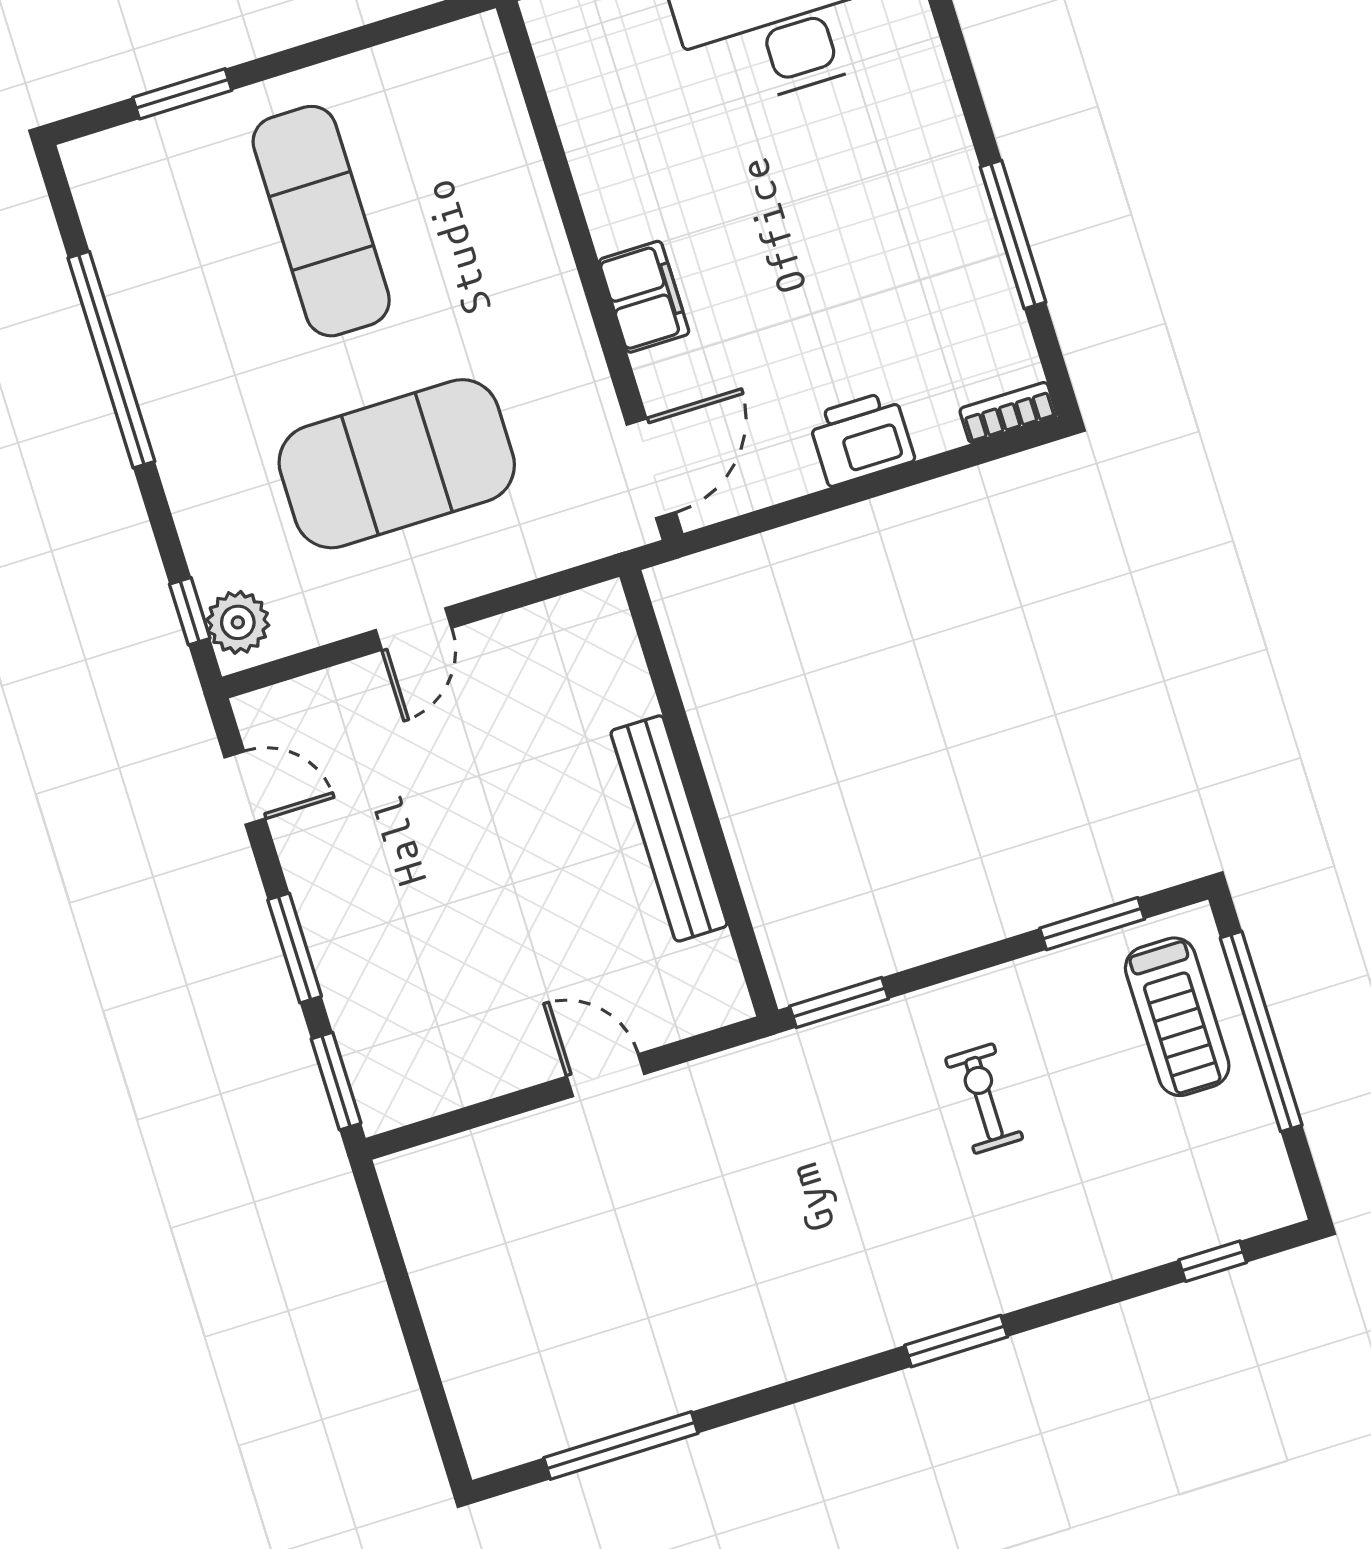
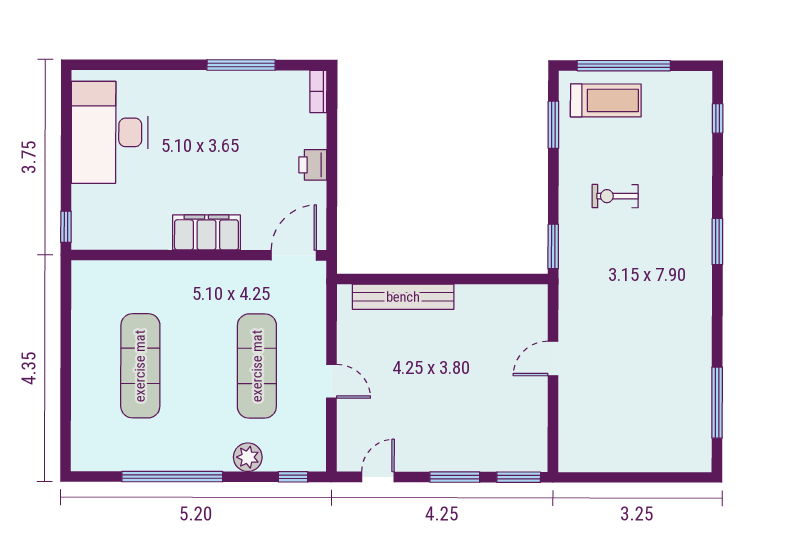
window: (182, 94) -> (66, 409), removed
exercise mat: (321, 221) -> (140, 366), turned 90
filing cabinet: (644, 297) -> (206, 232), width x1.50, depth x1.17
printer: (861, 438) -> (313, 165), width x0.73, depth x0.81
exercise mat: (397, 464) -> (257, 366), width x0.68
door: (651, 468) -> (294, 255), hinge flipped
plant: (238, 622) -> (248, 457), moved
bench: (669, 828) -> (403, 297), moved

